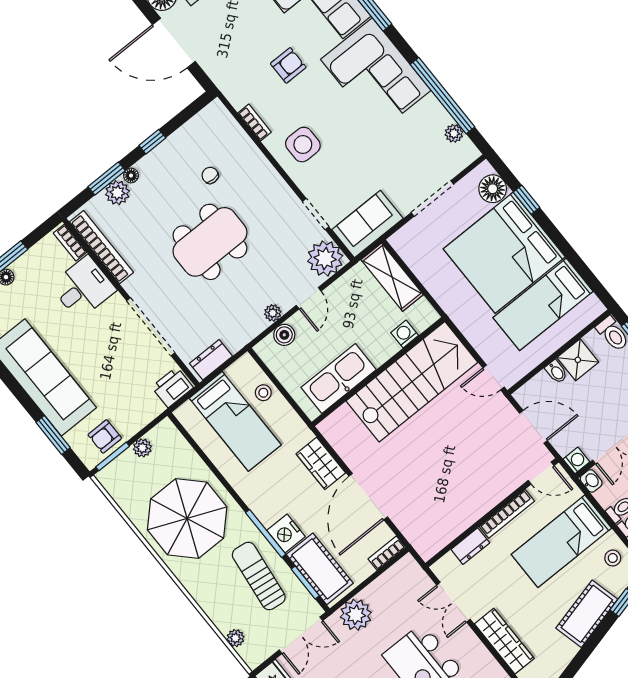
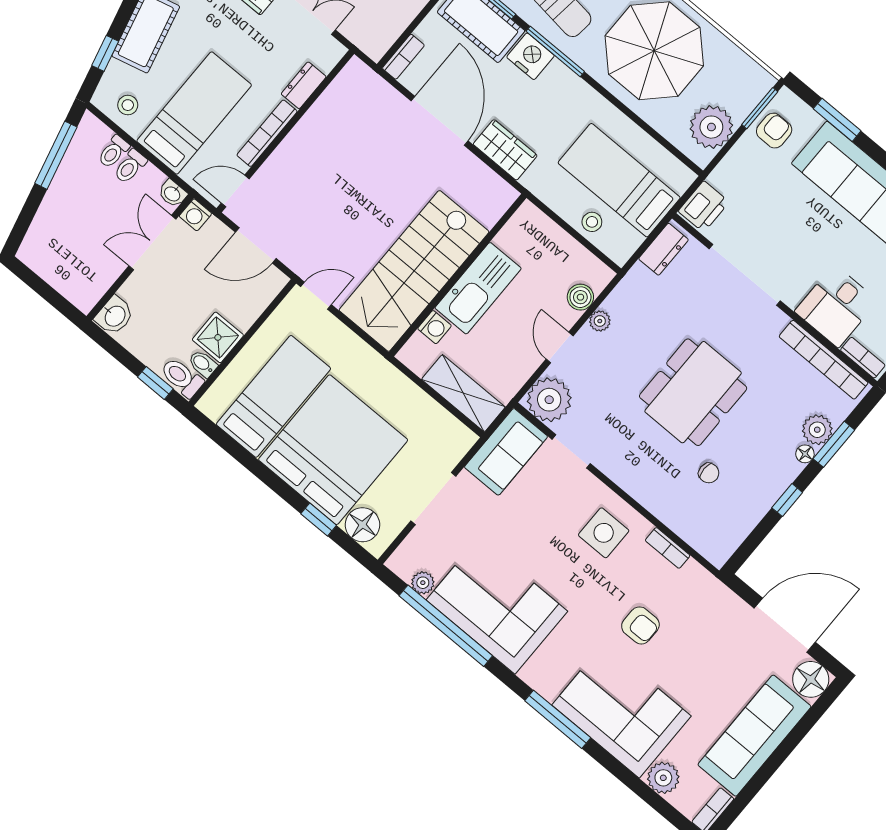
armchair: (288, 65) -> (640, 625), turned -90
corner sofa: (376, 75) -> (497, 606), moved
bidet: (556, 372) -> (203, 364), moved
kitchen sink: (339, 378) -> (478, 288), moved
plant: (142, 448) -> (711, 127), width x1.87, depth x1.87

